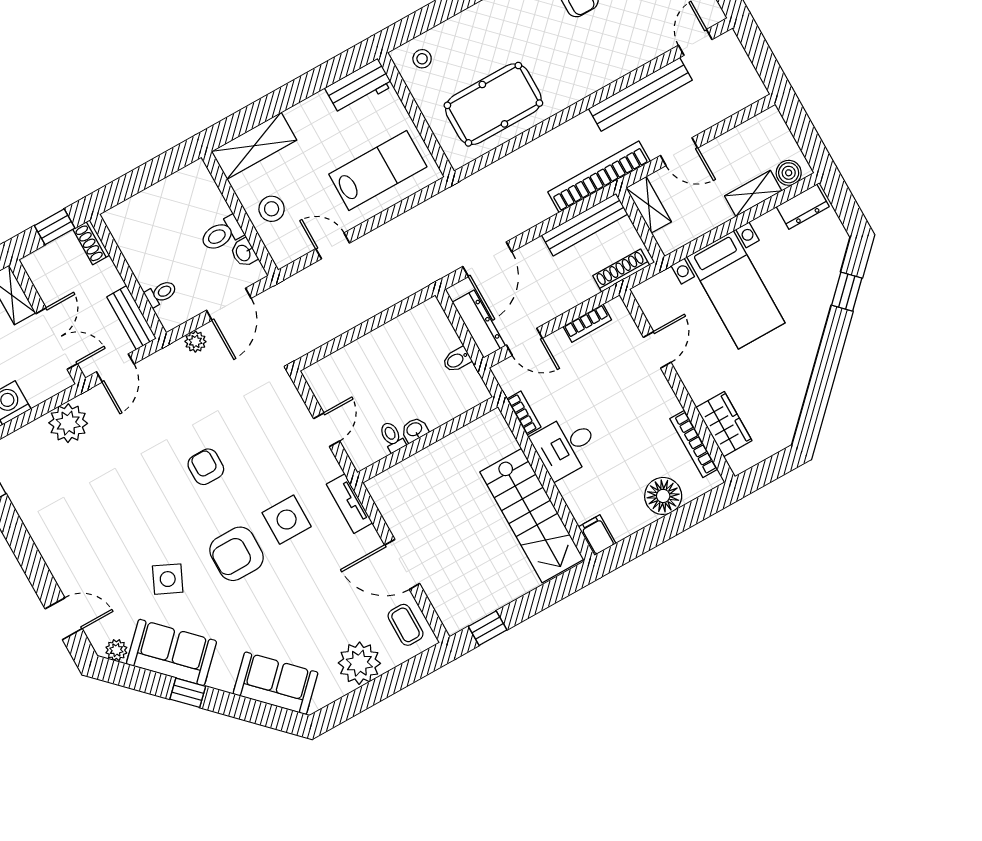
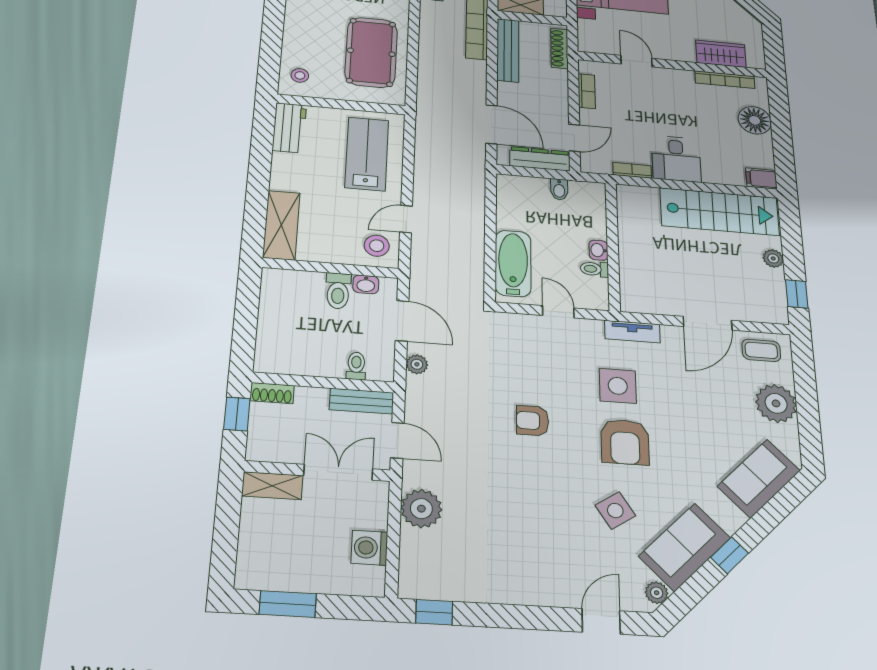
stool: (272, 209) -> (377, 246), moved
bathtub: (350, 364) -> (513, 263), added
side table: (168, 579) -> (615, 511), turned 32
plant: (513, 589) -> (773, 258), added

